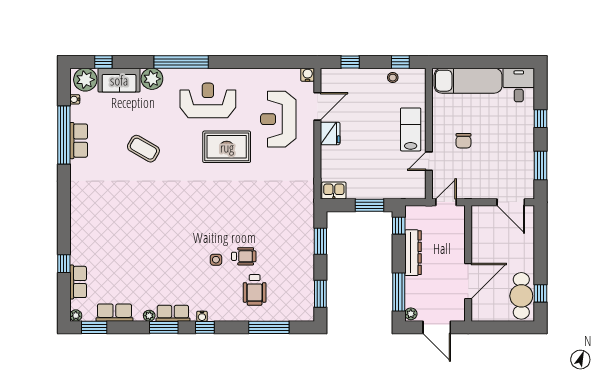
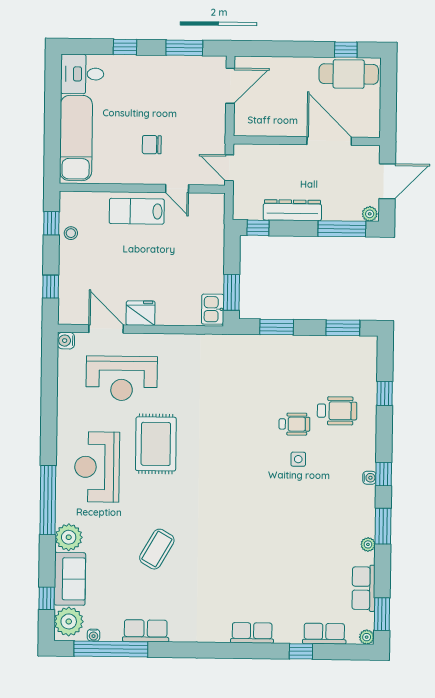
window: (64, 135) -> (111, 649), moved
chair: (463, 141) -> (152, 145), turned 180
window: (370, 205) -> (232, 292), moved
wheelchair: (244, 256) -> (294, 424), turned 90
row of seats: (173, 313) -> (252, 633), moved, turned 90
window: (269, 327) -> (385, 393), width x0.46

